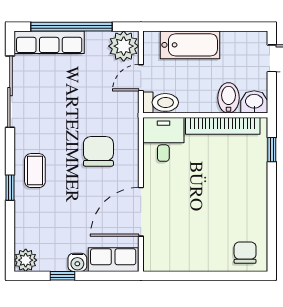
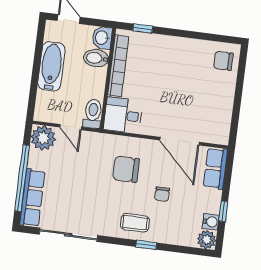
bathtub: (190, 45) -> (51, 66), moved
chair: (74, 199) -> (162, 194), added
water cooler: (77, 262) -> (211, 222), moved

